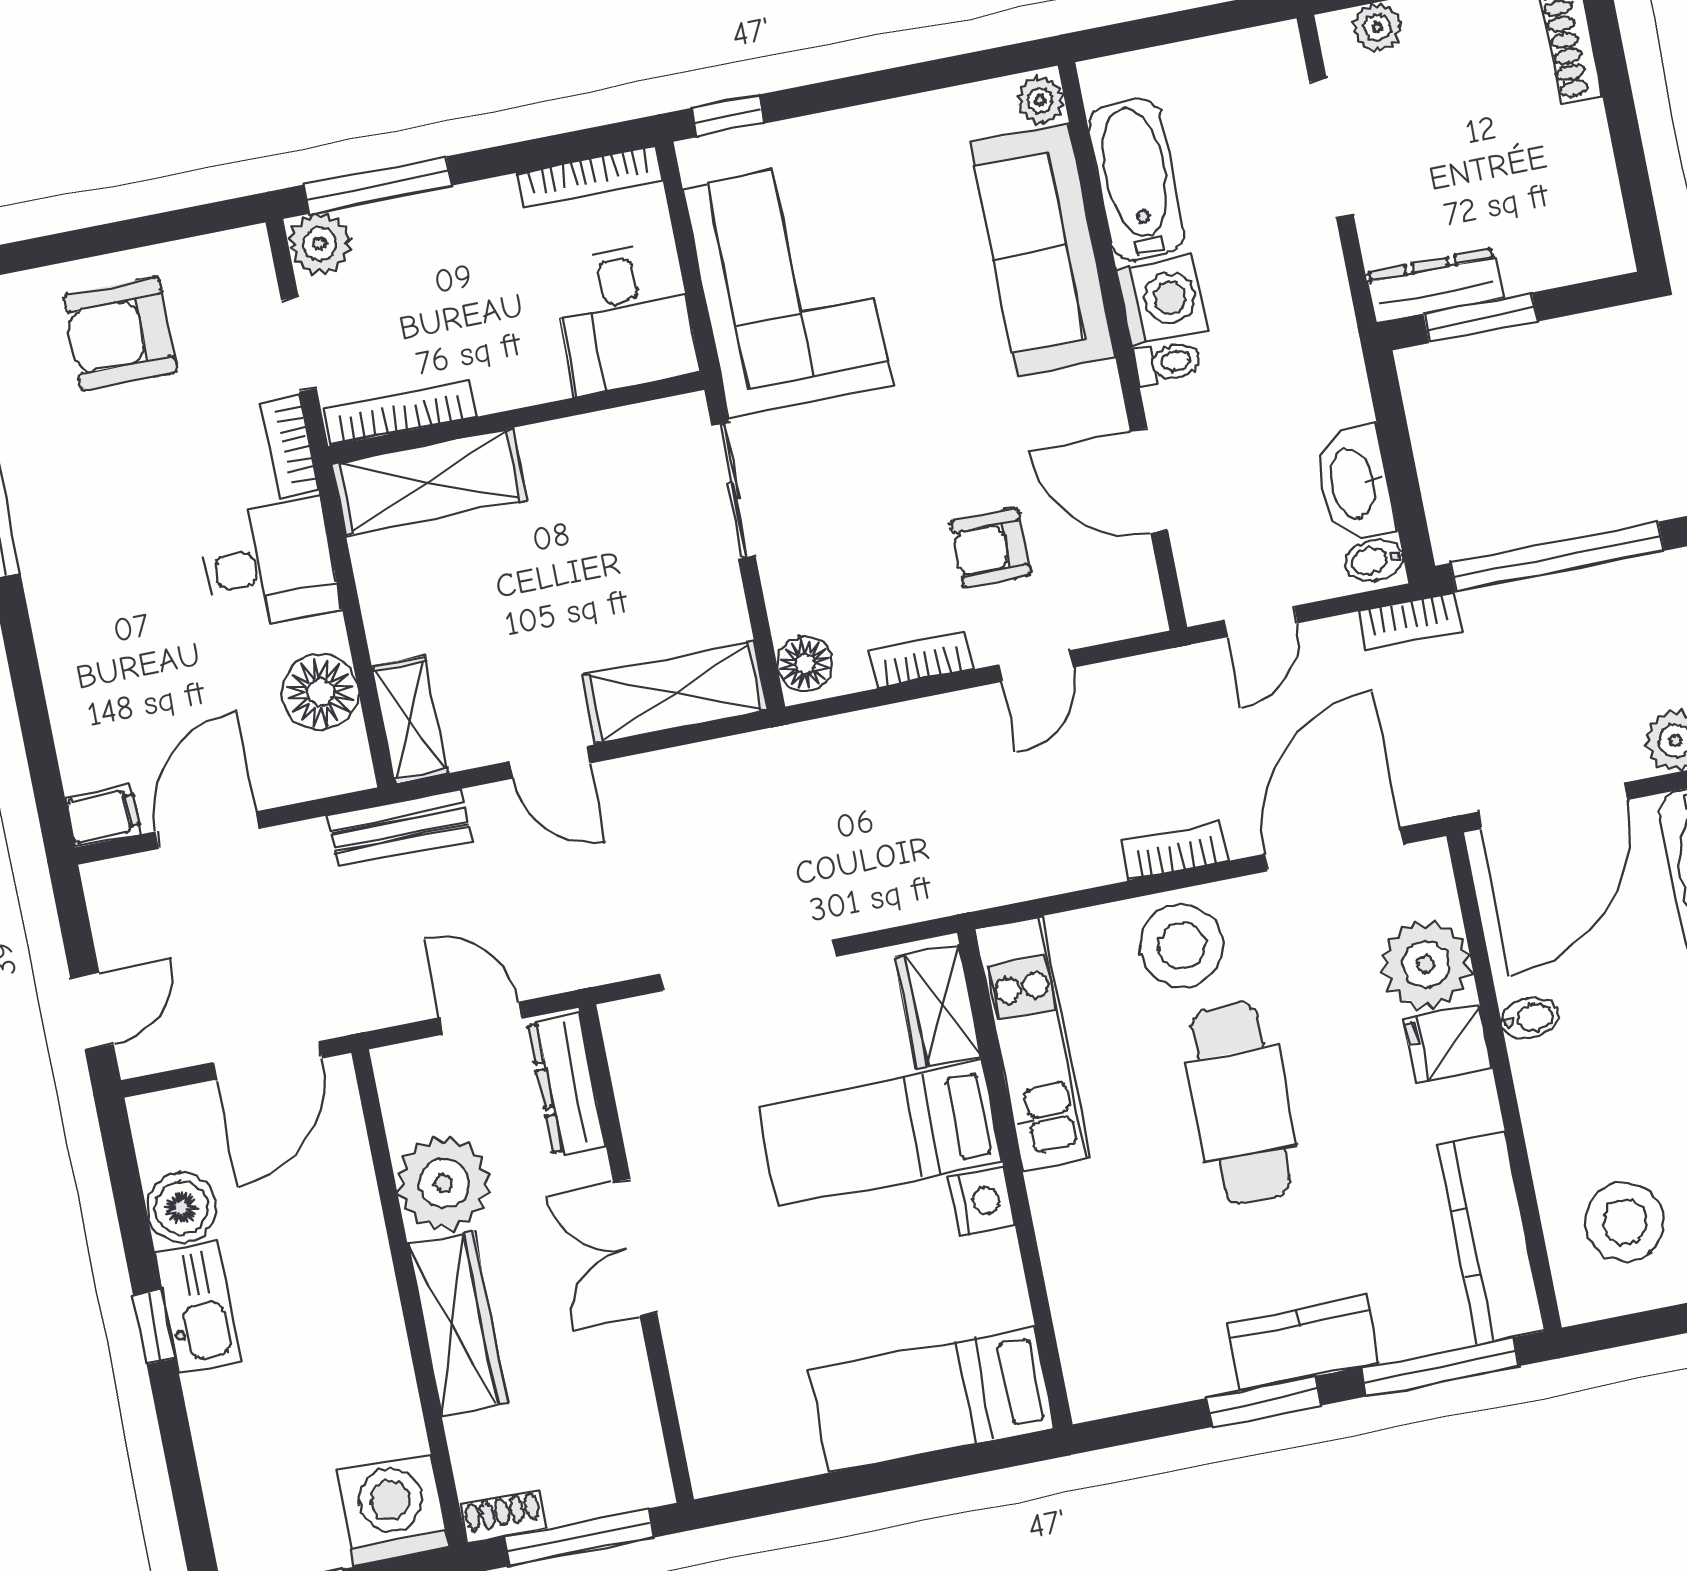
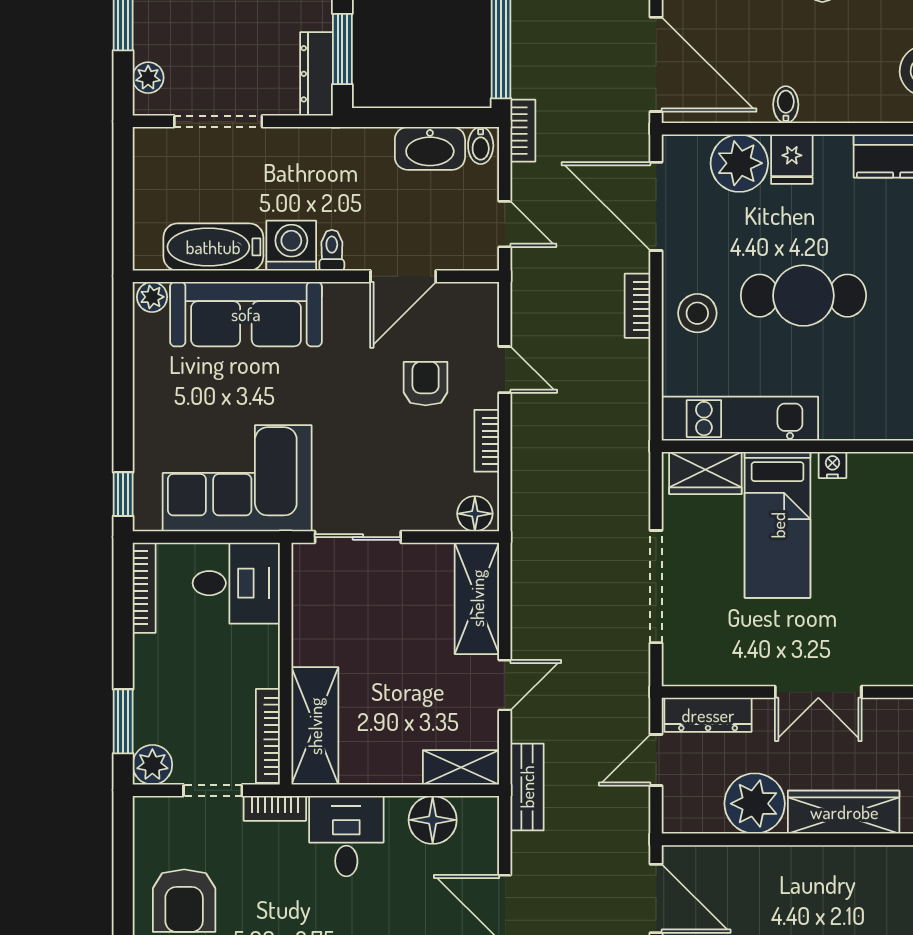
window: (378, 185) -> (123, 721), width x0.69
armchair: (990, 548) -> (426, 384), turned 180
stool: (1182, 945) -> (697, 313), width x0.73, depth x0.73
nightstand: (982, 1201) -> (832, 465), width x0.72, depth x0.74

